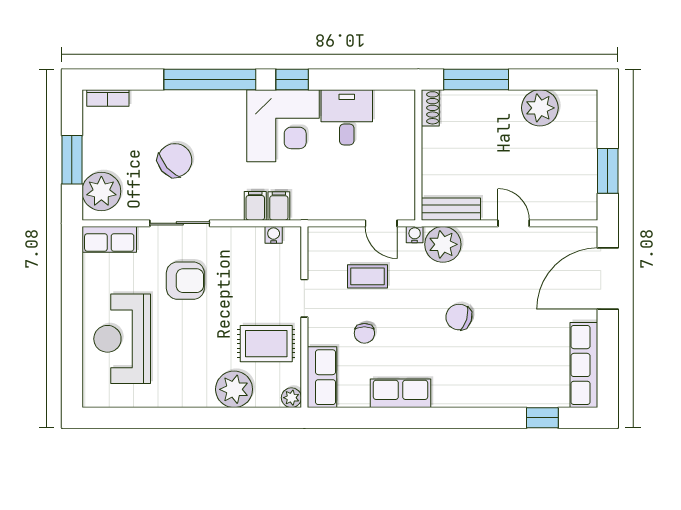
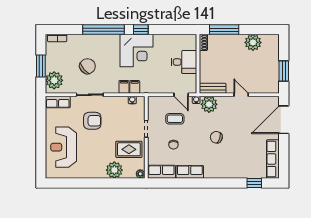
desk: (347, 117) -> (184, 62), moved, turned 90
row of seats: (322, 377) -> (161, 172), moved, turned -90

